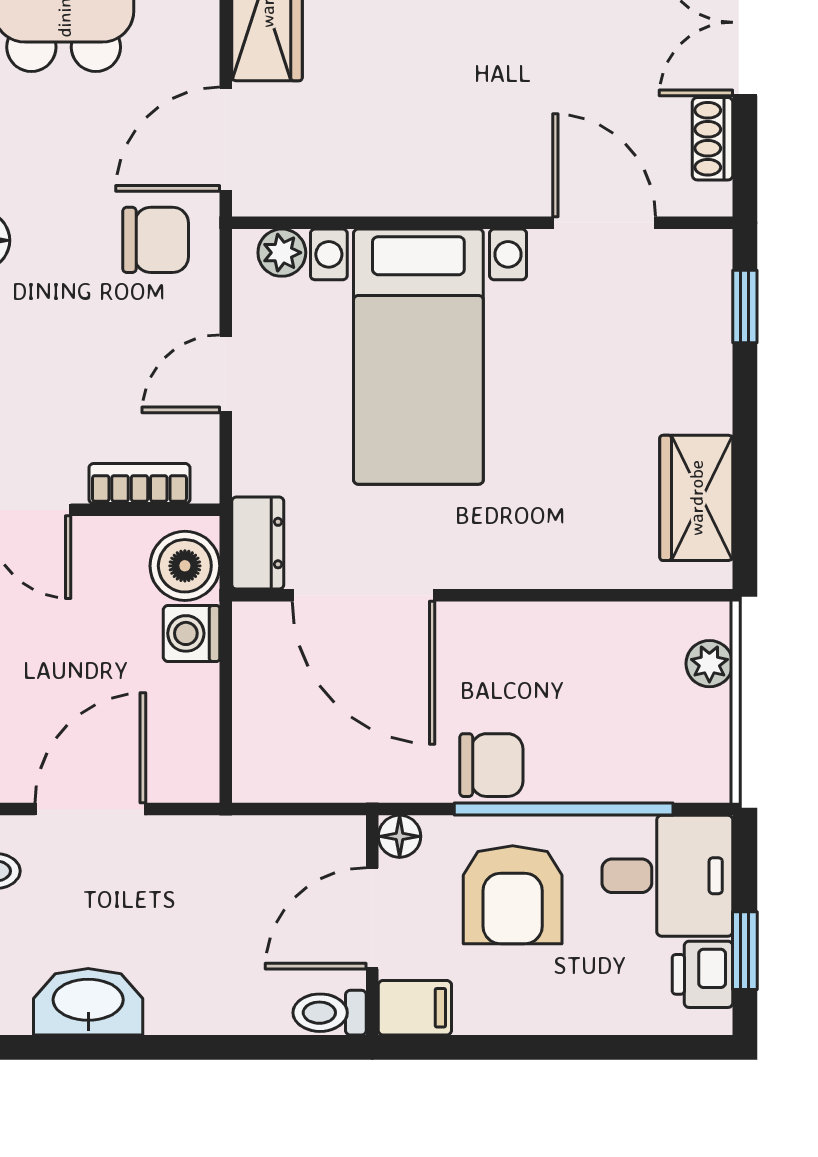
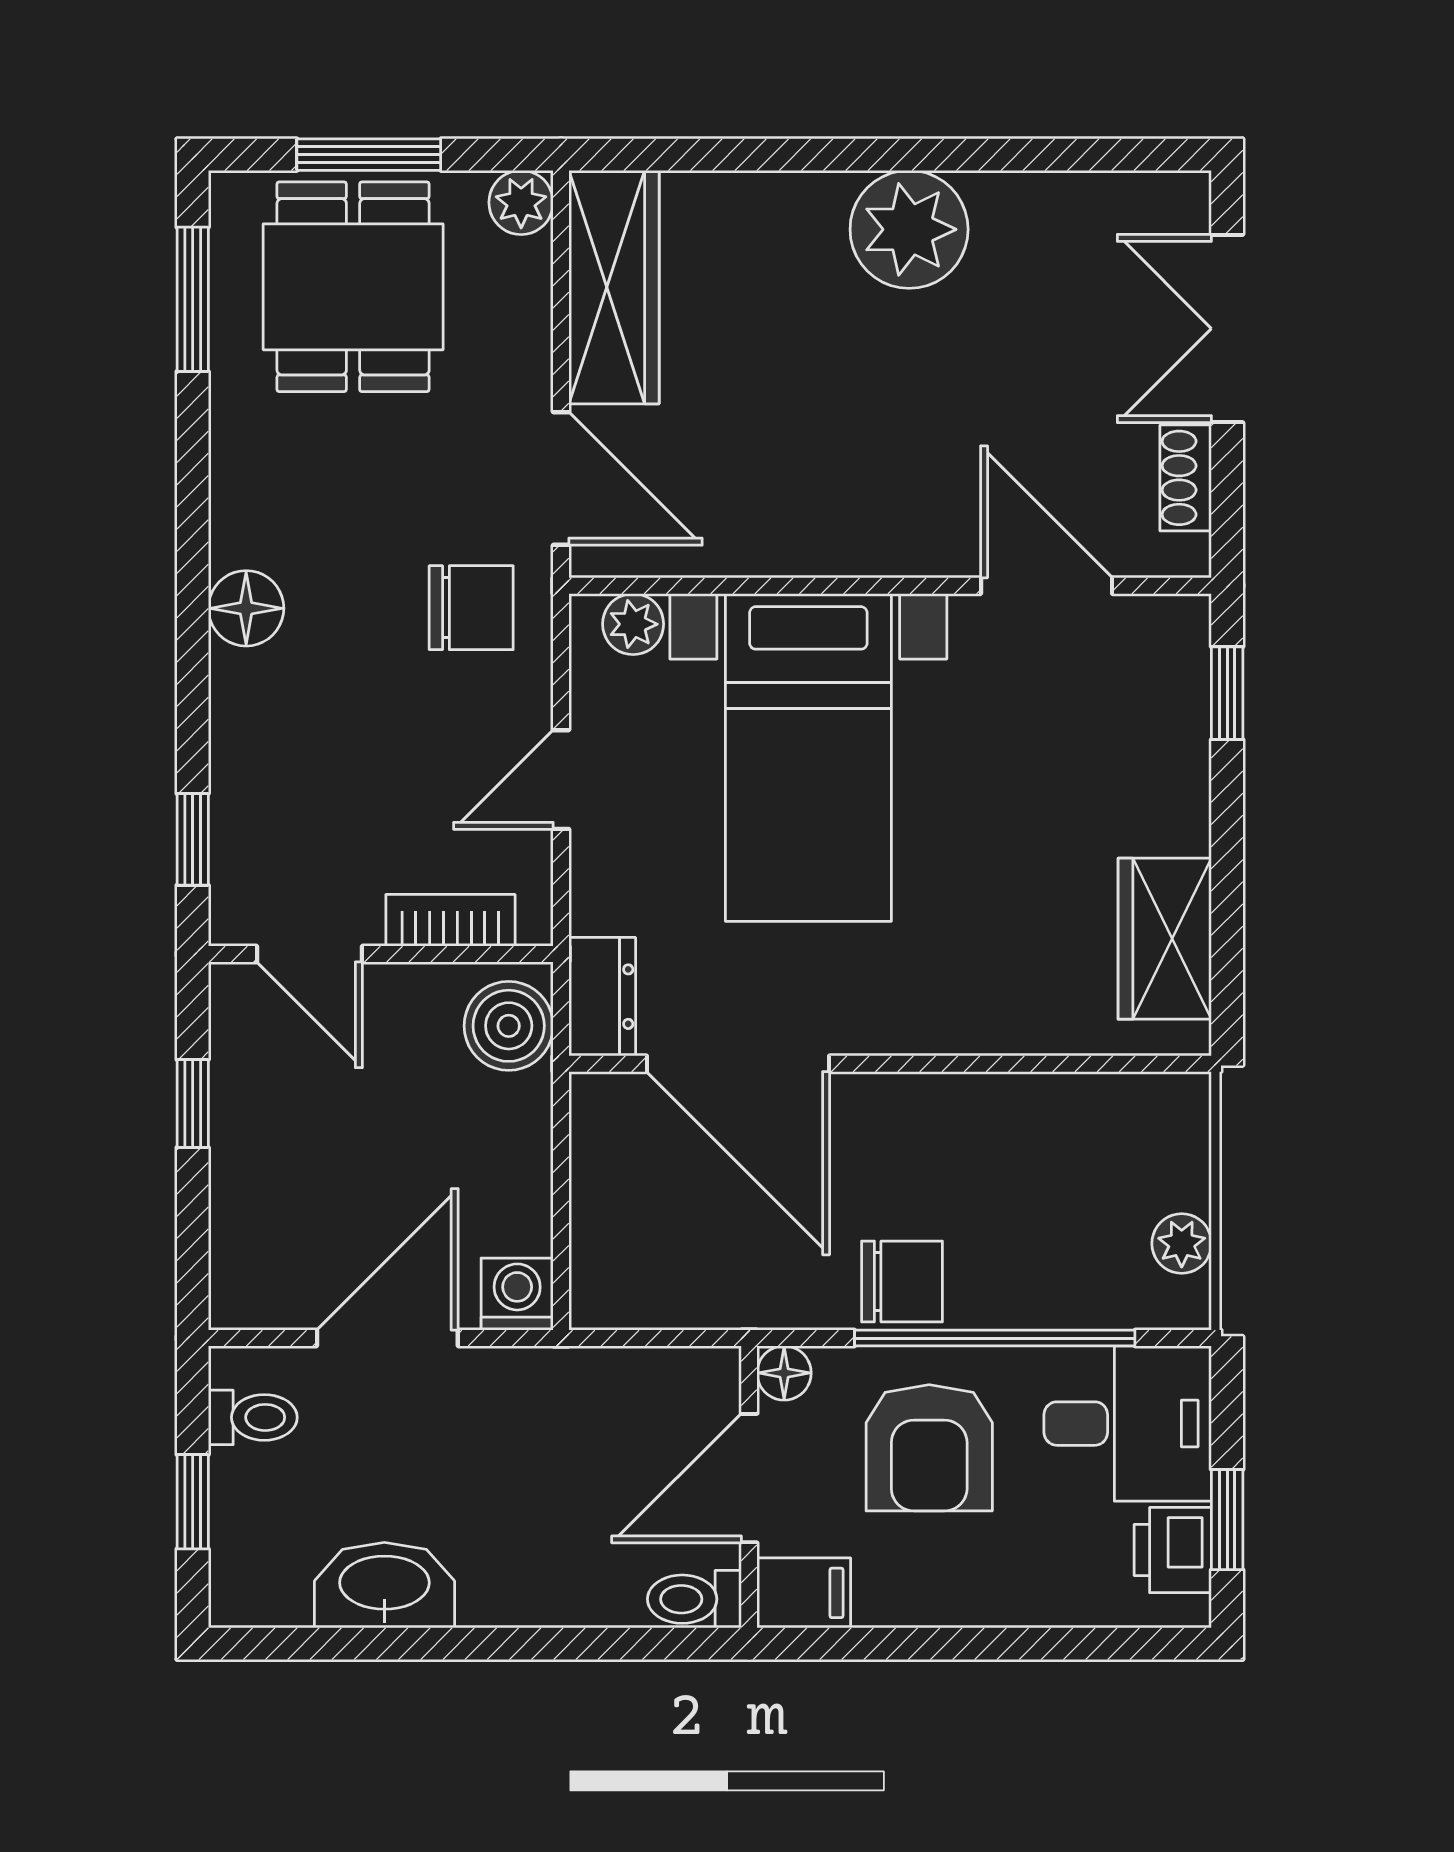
door: (226, 139) -> (561, 478), swing flipped
washing machine: (191, 633) -> (517, 1294), moved, turned 90
plant: (709, 664) -> (1182, 1244), moved

